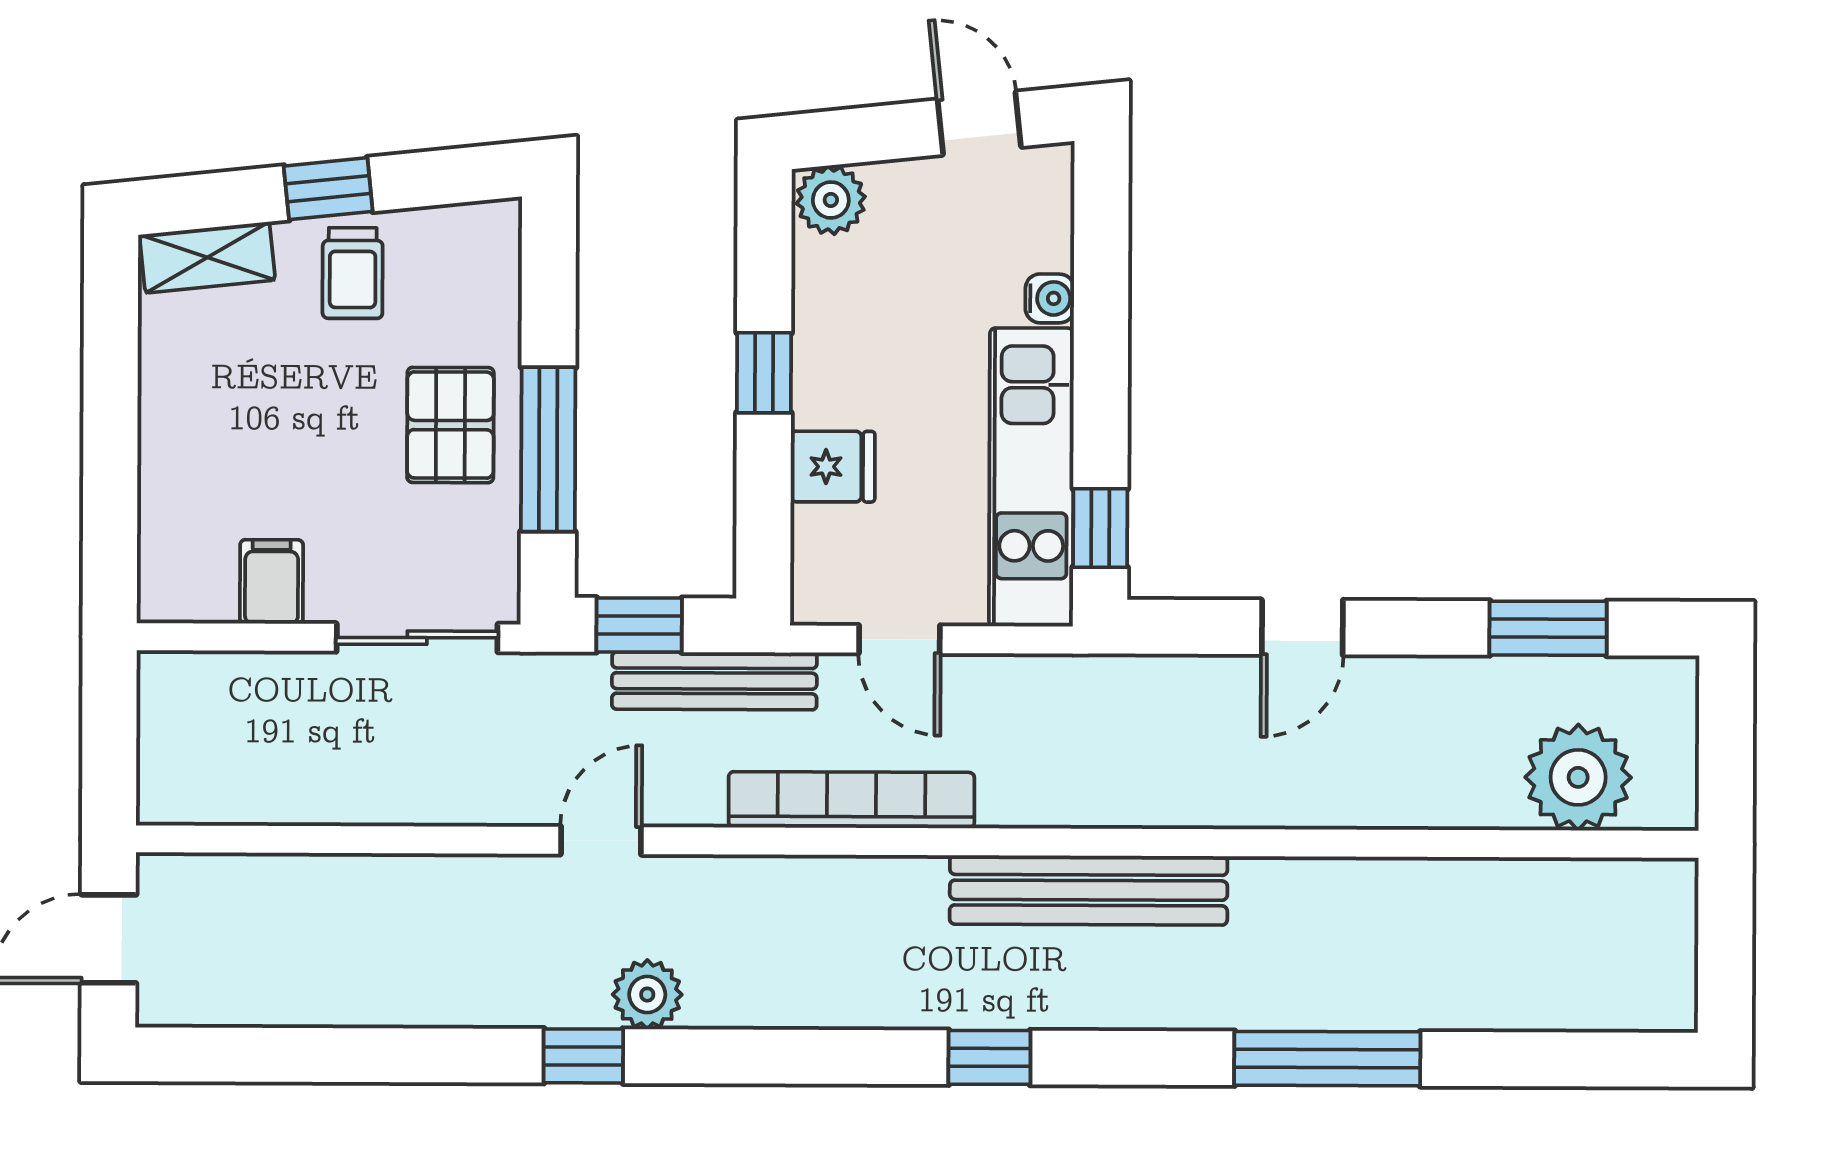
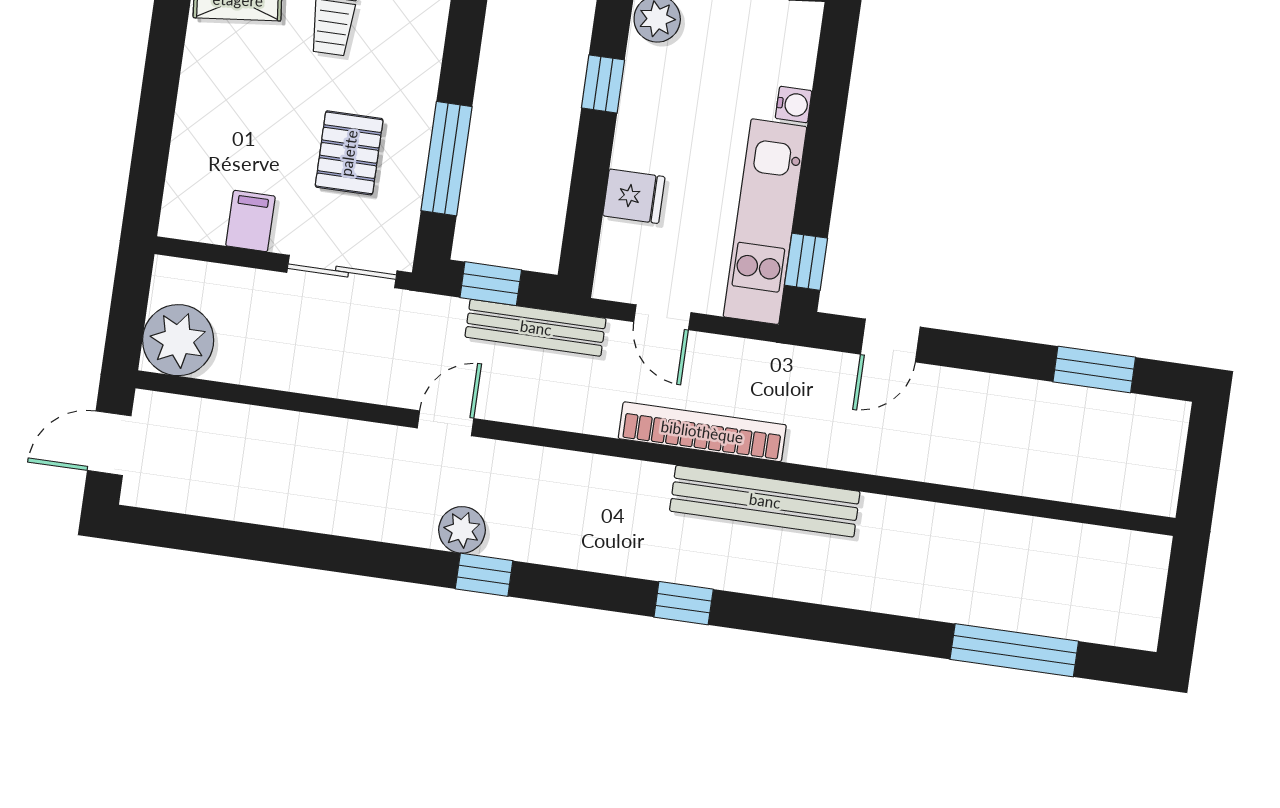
window: (764, 373) -> (603, 84), moved
pallet: (450, 425) -> (349, 153), moved
door: (1302, 627) -> (890, 341), moved
plant: (1578, 777) -> (178, 340), moved
bookcase: (851, 800) -> (702, 432), moved
window: (583, 1056) -> (484, 575), moved
window: (1327, 1059) -> (1014, 650), moved

